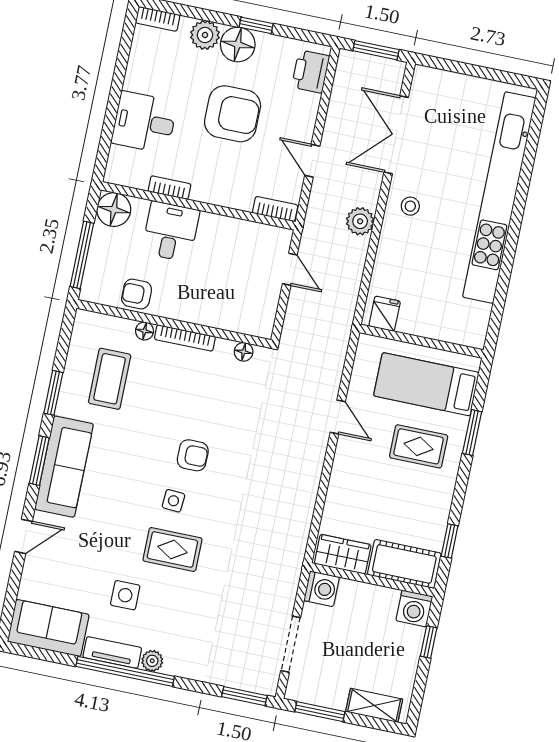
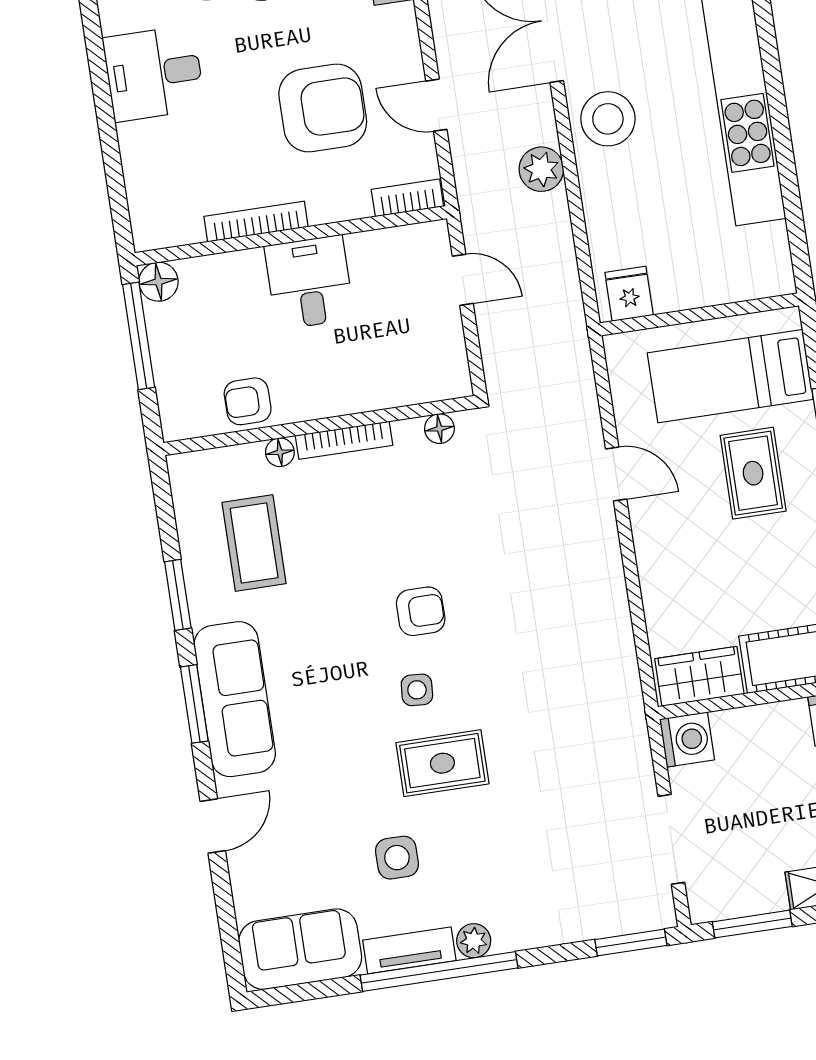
armchair: (233, 114) -> (323, 108), moved
desk: (144, 122) -> (154, 73), moved
bookcase: (169, 188) -> (256, 222), width x1.56
stool: (410, 206) -> (608, 119), width x1.89, depth x1.89
floor lamp: (114, 210) -> (159, 282), width x0.73, depth x0.73
desk: (171, 232) -> (309, 282), moved
window: (82, 255) -> (139, 336), moved
rug: (419, 446) -> (753, 473), turned 90

